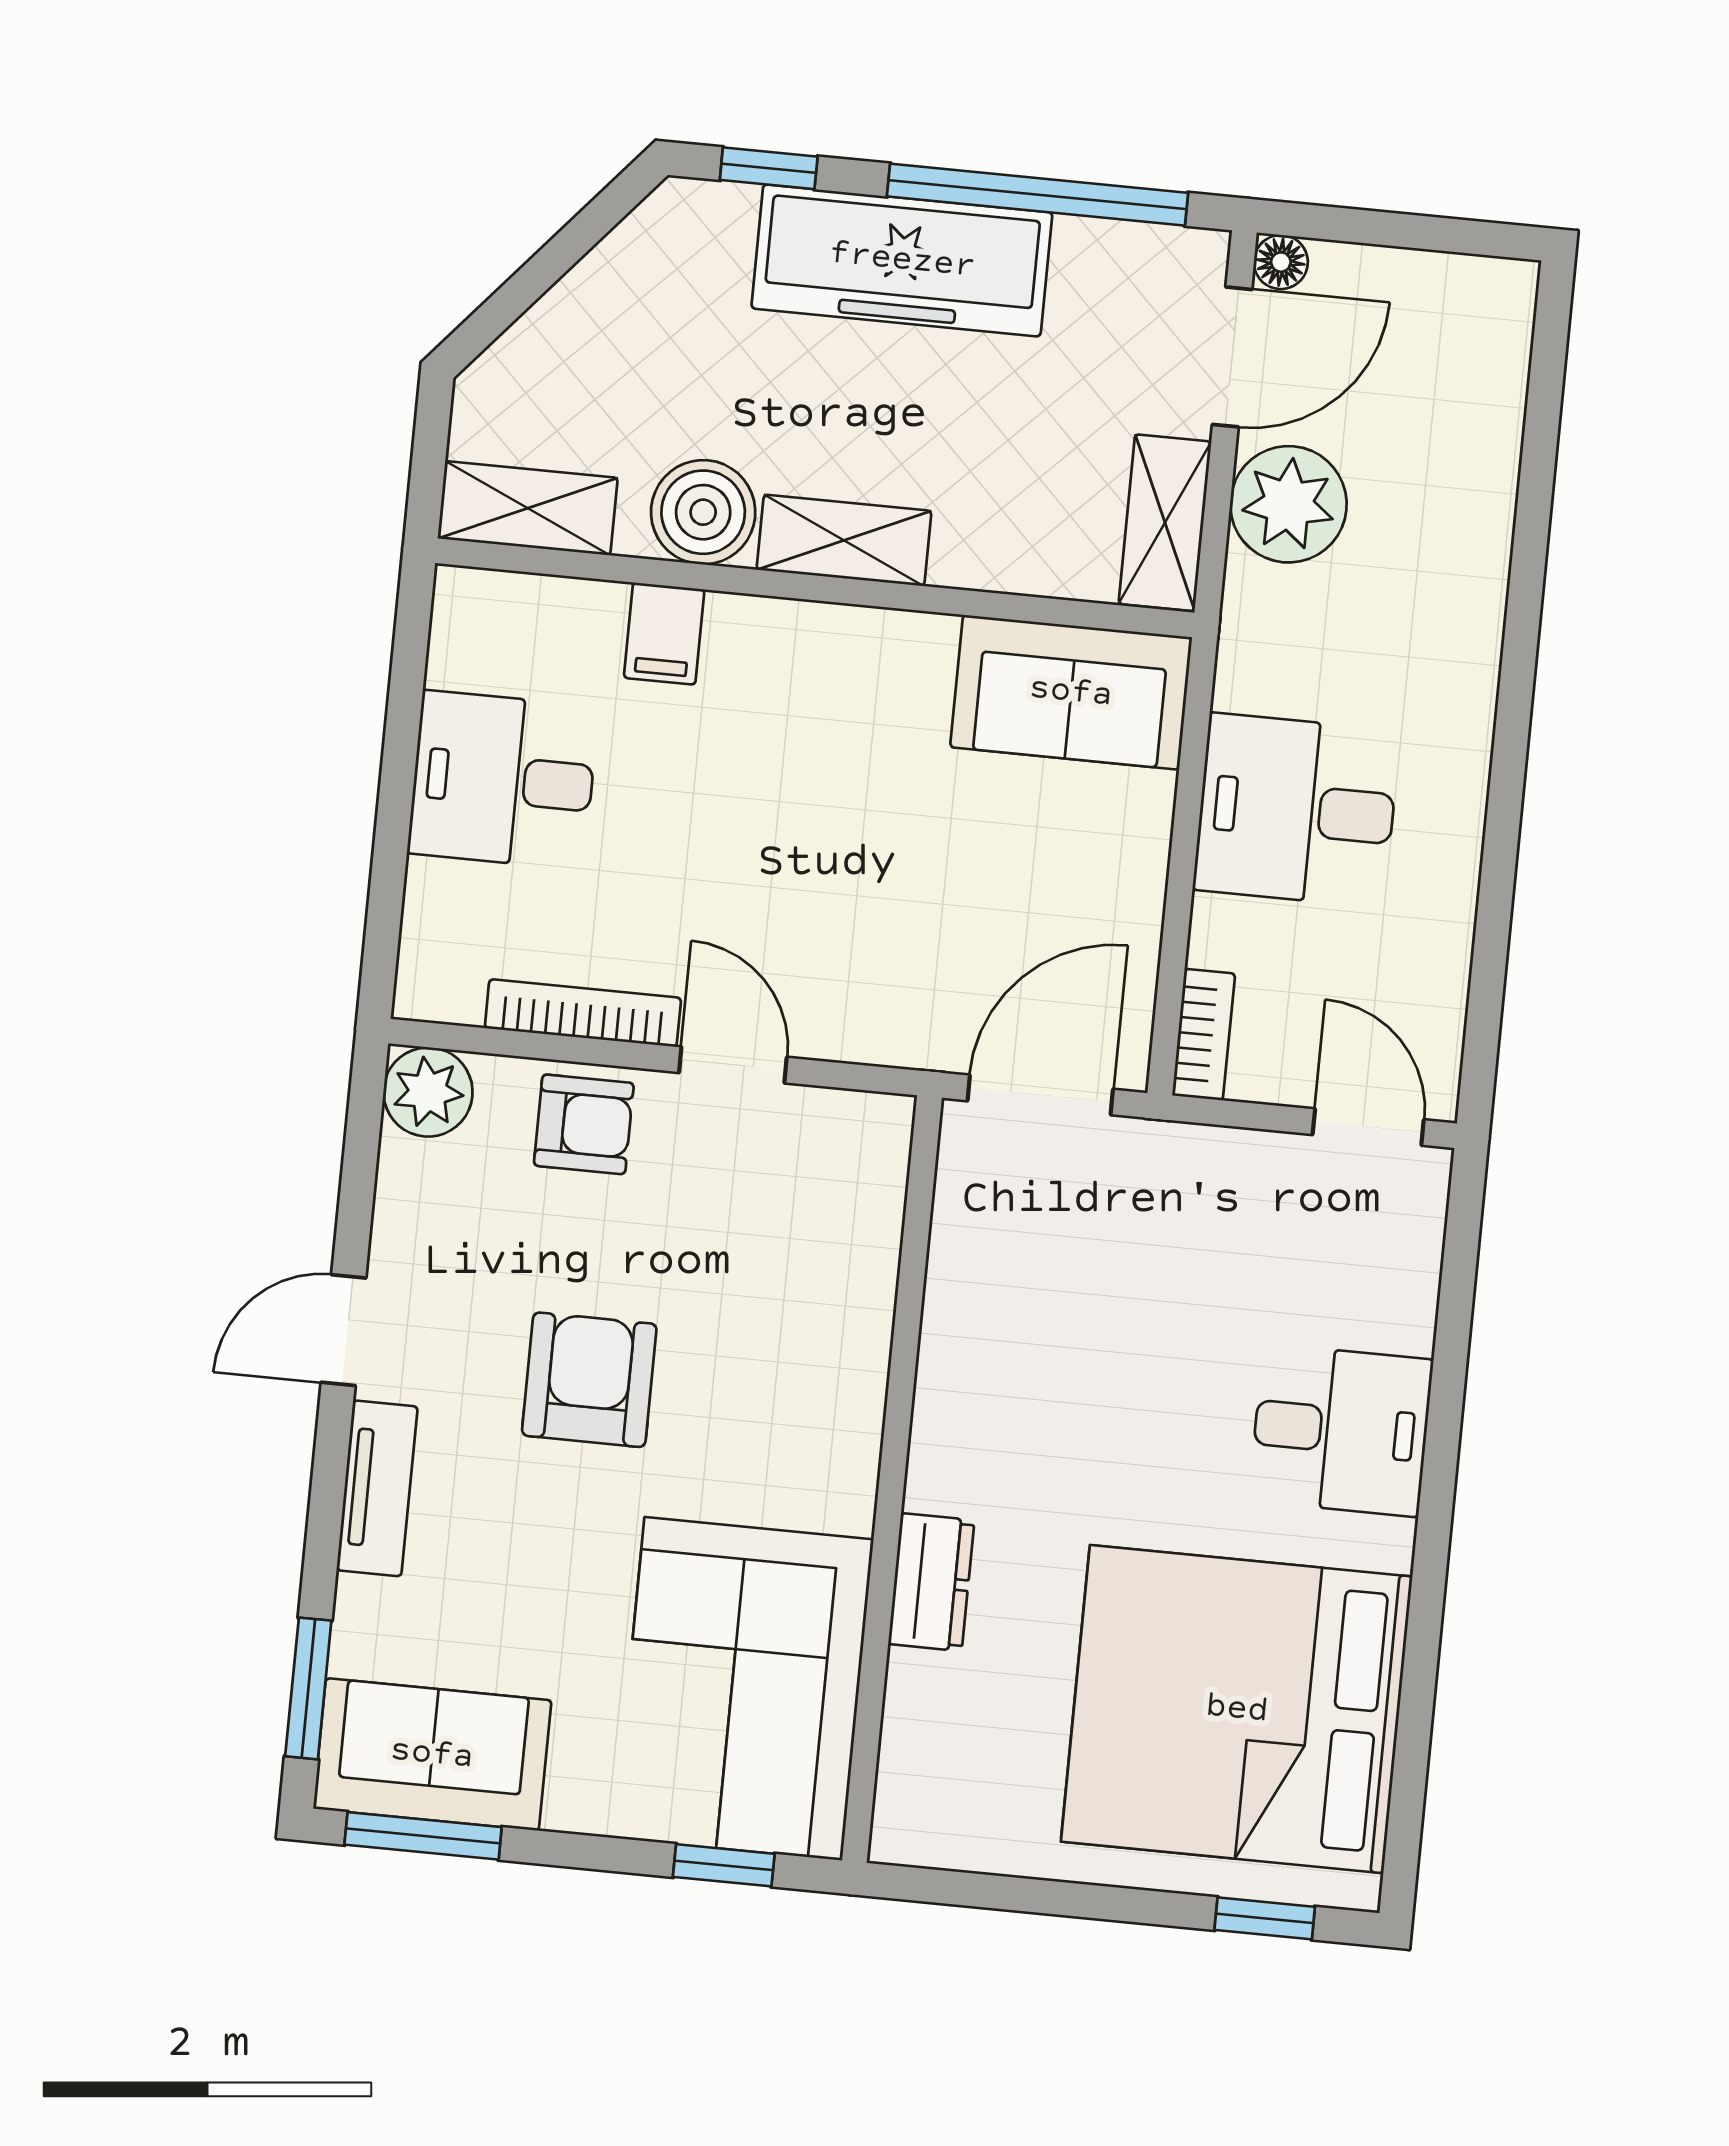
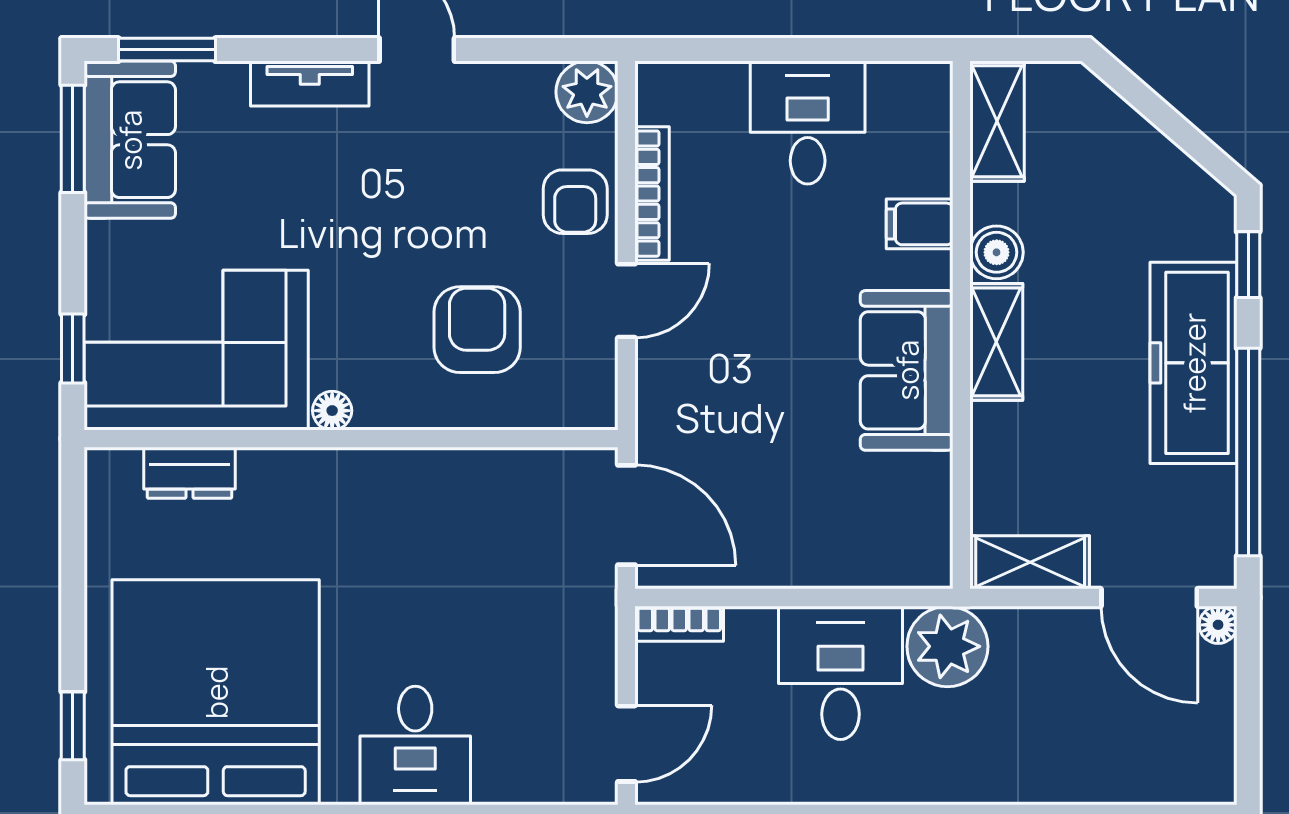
plant: (1288, 504) -> (947, 646), moved
boiler: (703, 512) -> (997, 252), width x0.73, depth x0.73
sofa: (1071, 692) -> (907, 370), moved
armchair: (589, 1380) -> (477, 330), moved, turned -90
floor lamp: (849, 1502) -> (332, 411), added
dresser: (931, 1582) -> (189, 473), moved

